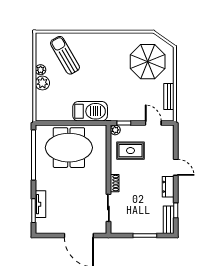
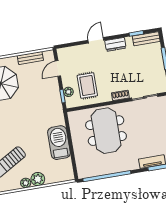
barbecue: (90, 111) -> (59, 143), moved
plant: (115, 130) -> (68, 92), moved
meeting table: (69, 148) -> (106, 131), moved

